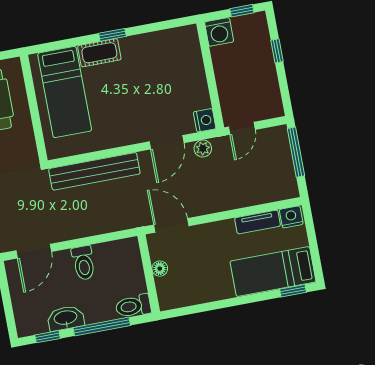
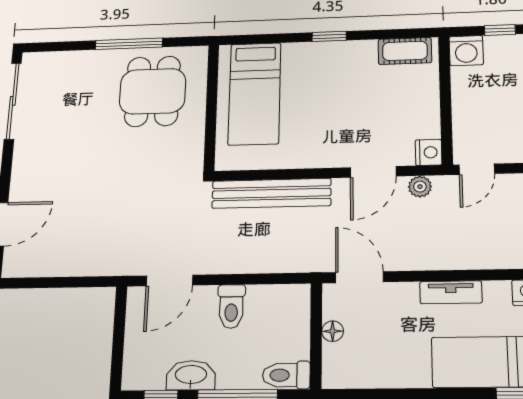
cot: (99, 53) -> (405, 51), moved
tv unit: (258, 222) -> (451, 292), moved

